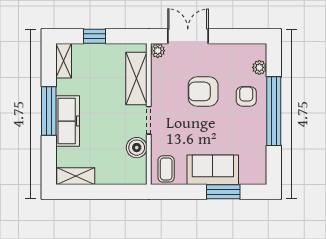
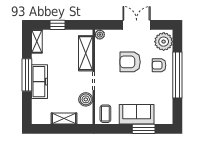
double door: (188, 36) -> (137, 25), moved
plant: (259, 67) -> (164, 42), width x1.88, depth x1.88
armchair: (246, 96) -> (159, 65), turned -90
shelving: (76, 176) -> (64, 118), moved

